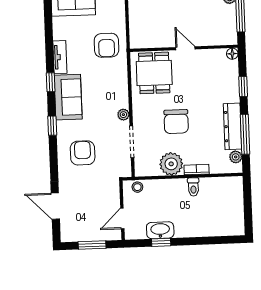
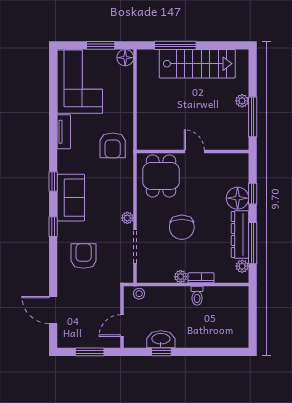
floor lamp: (232, 54) -> (238, 198), moved, width x1.89, depth x1.89
tv unit: (60, 57) -> (64, 132), moved
plant: (171, 164) -> (181, 277), width x0.53, depth x0.53

